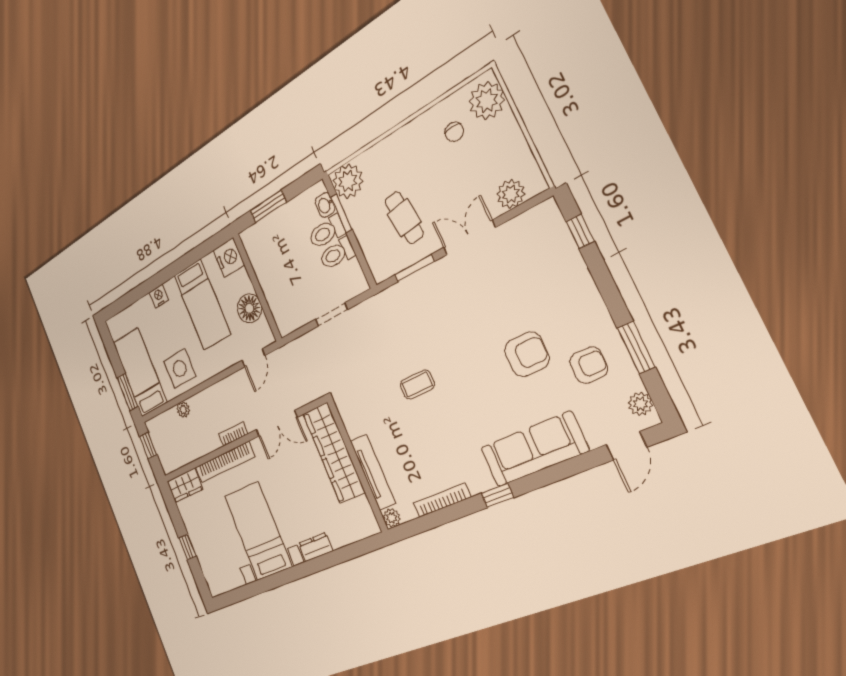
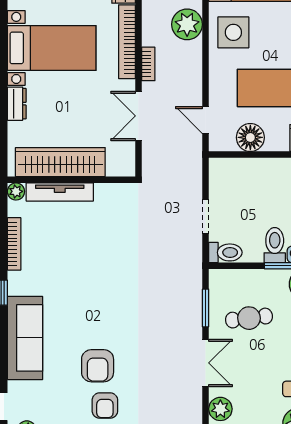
toilet: (337, 254) -> (225, 252), moved, turned 90
armchair: (589, 365) -> (105, 406), moved
coffee table: (417, 385) -> (114, 266), removed
plant: (183, 410) -> (187, 24), width x1.88, depth x1.88
wardrobe: (334, 453) -> (60, 162), moved

